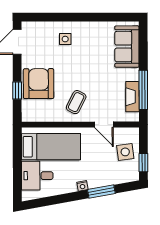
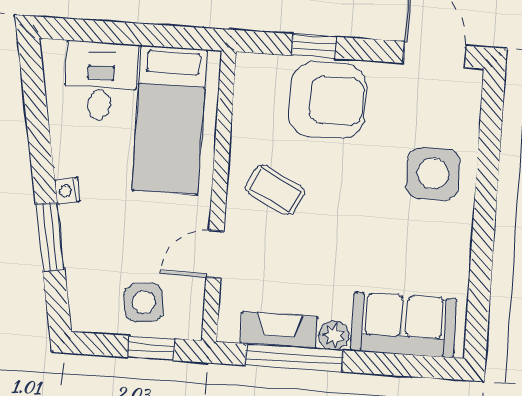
side table: (65, 39) -> (433, 174), width x1.87, depth x1.87
plant: (133, 74) -> (334, 335), added
window: (143, 163) -> (151, 348), moved

